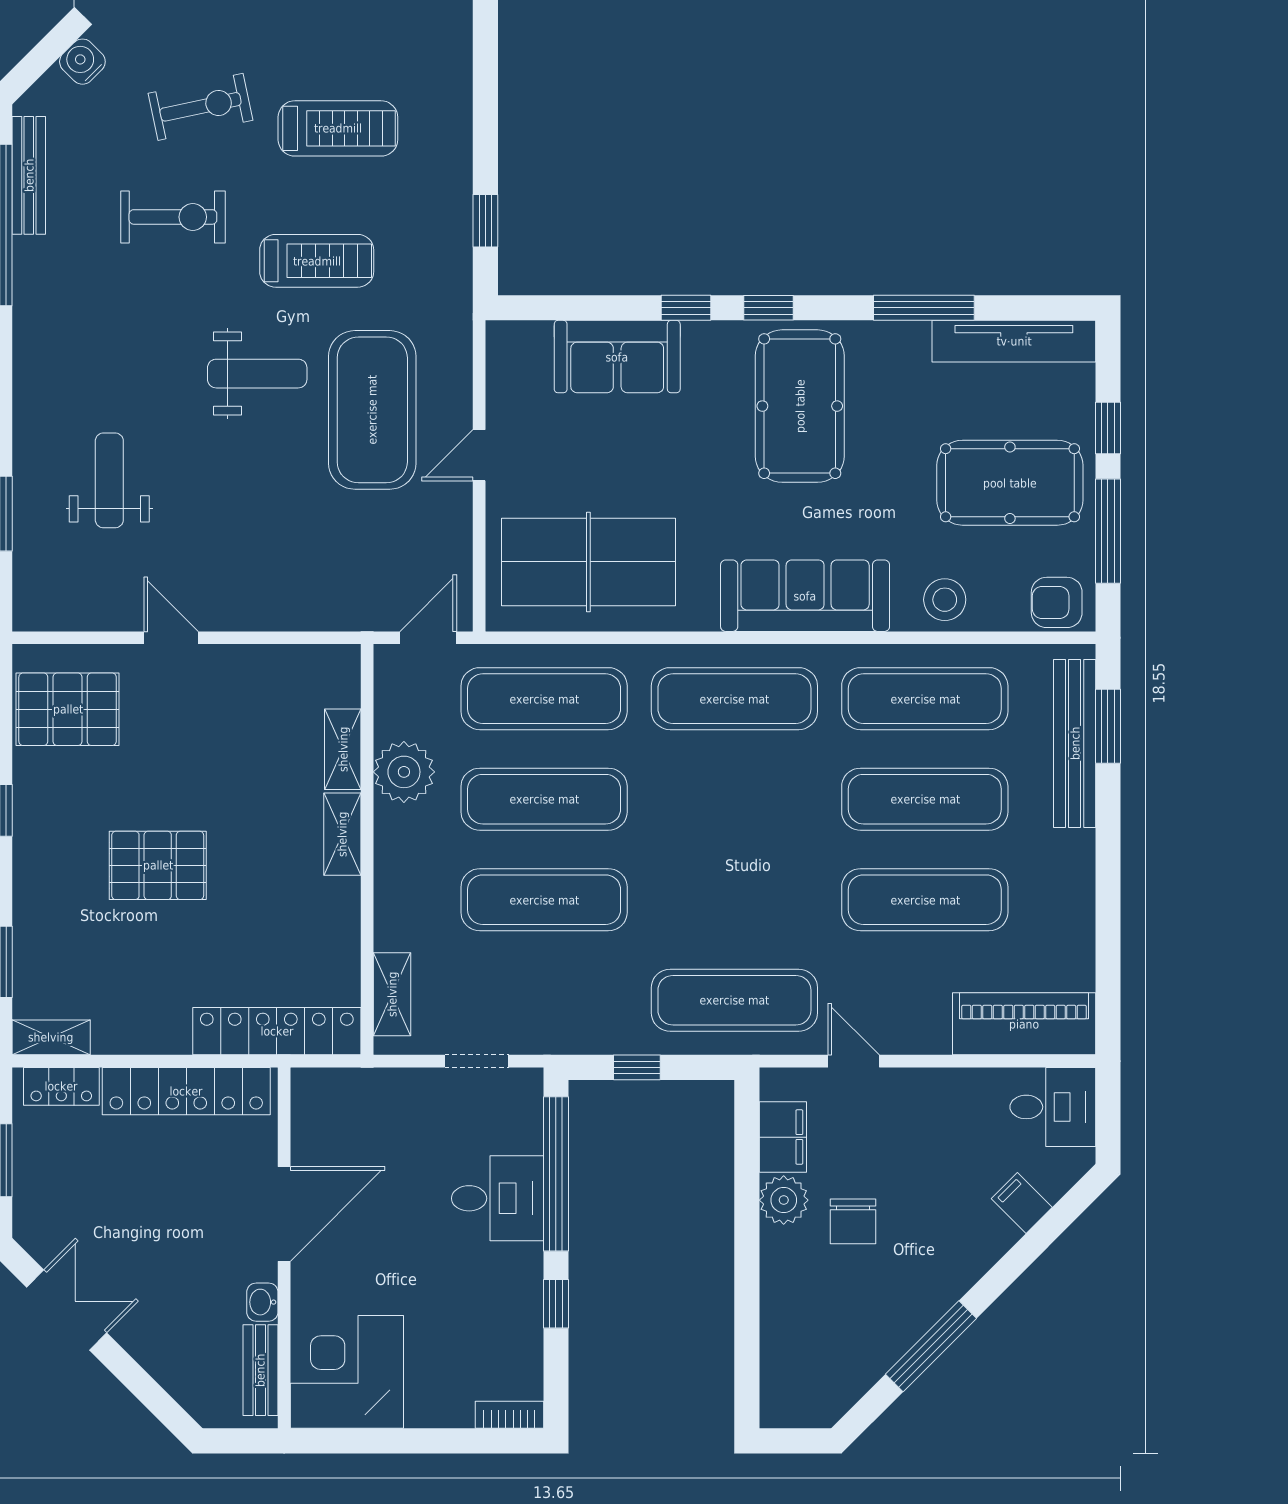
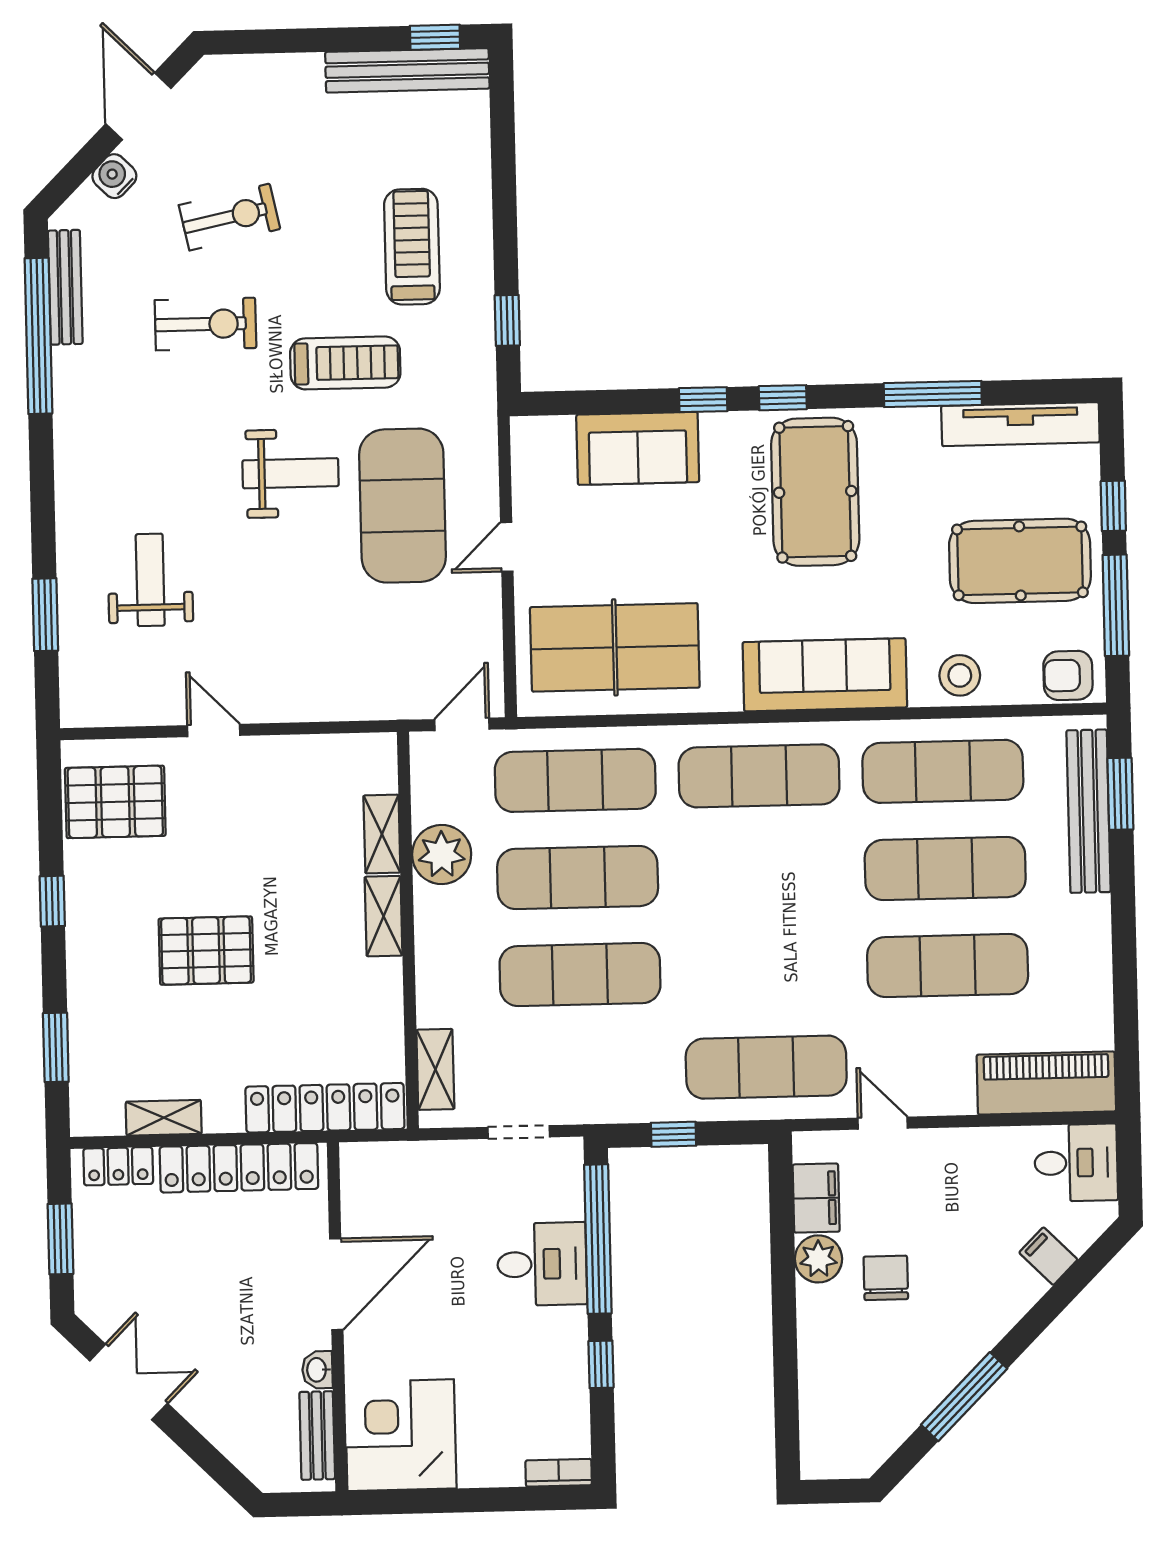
treadmill: (338, 128) -> (412, 247), moved, turned -90
shelving: (51, 1037) -> (164, 1118), moved
chair: (853, 1221) -> (886, 1278), turned 180

